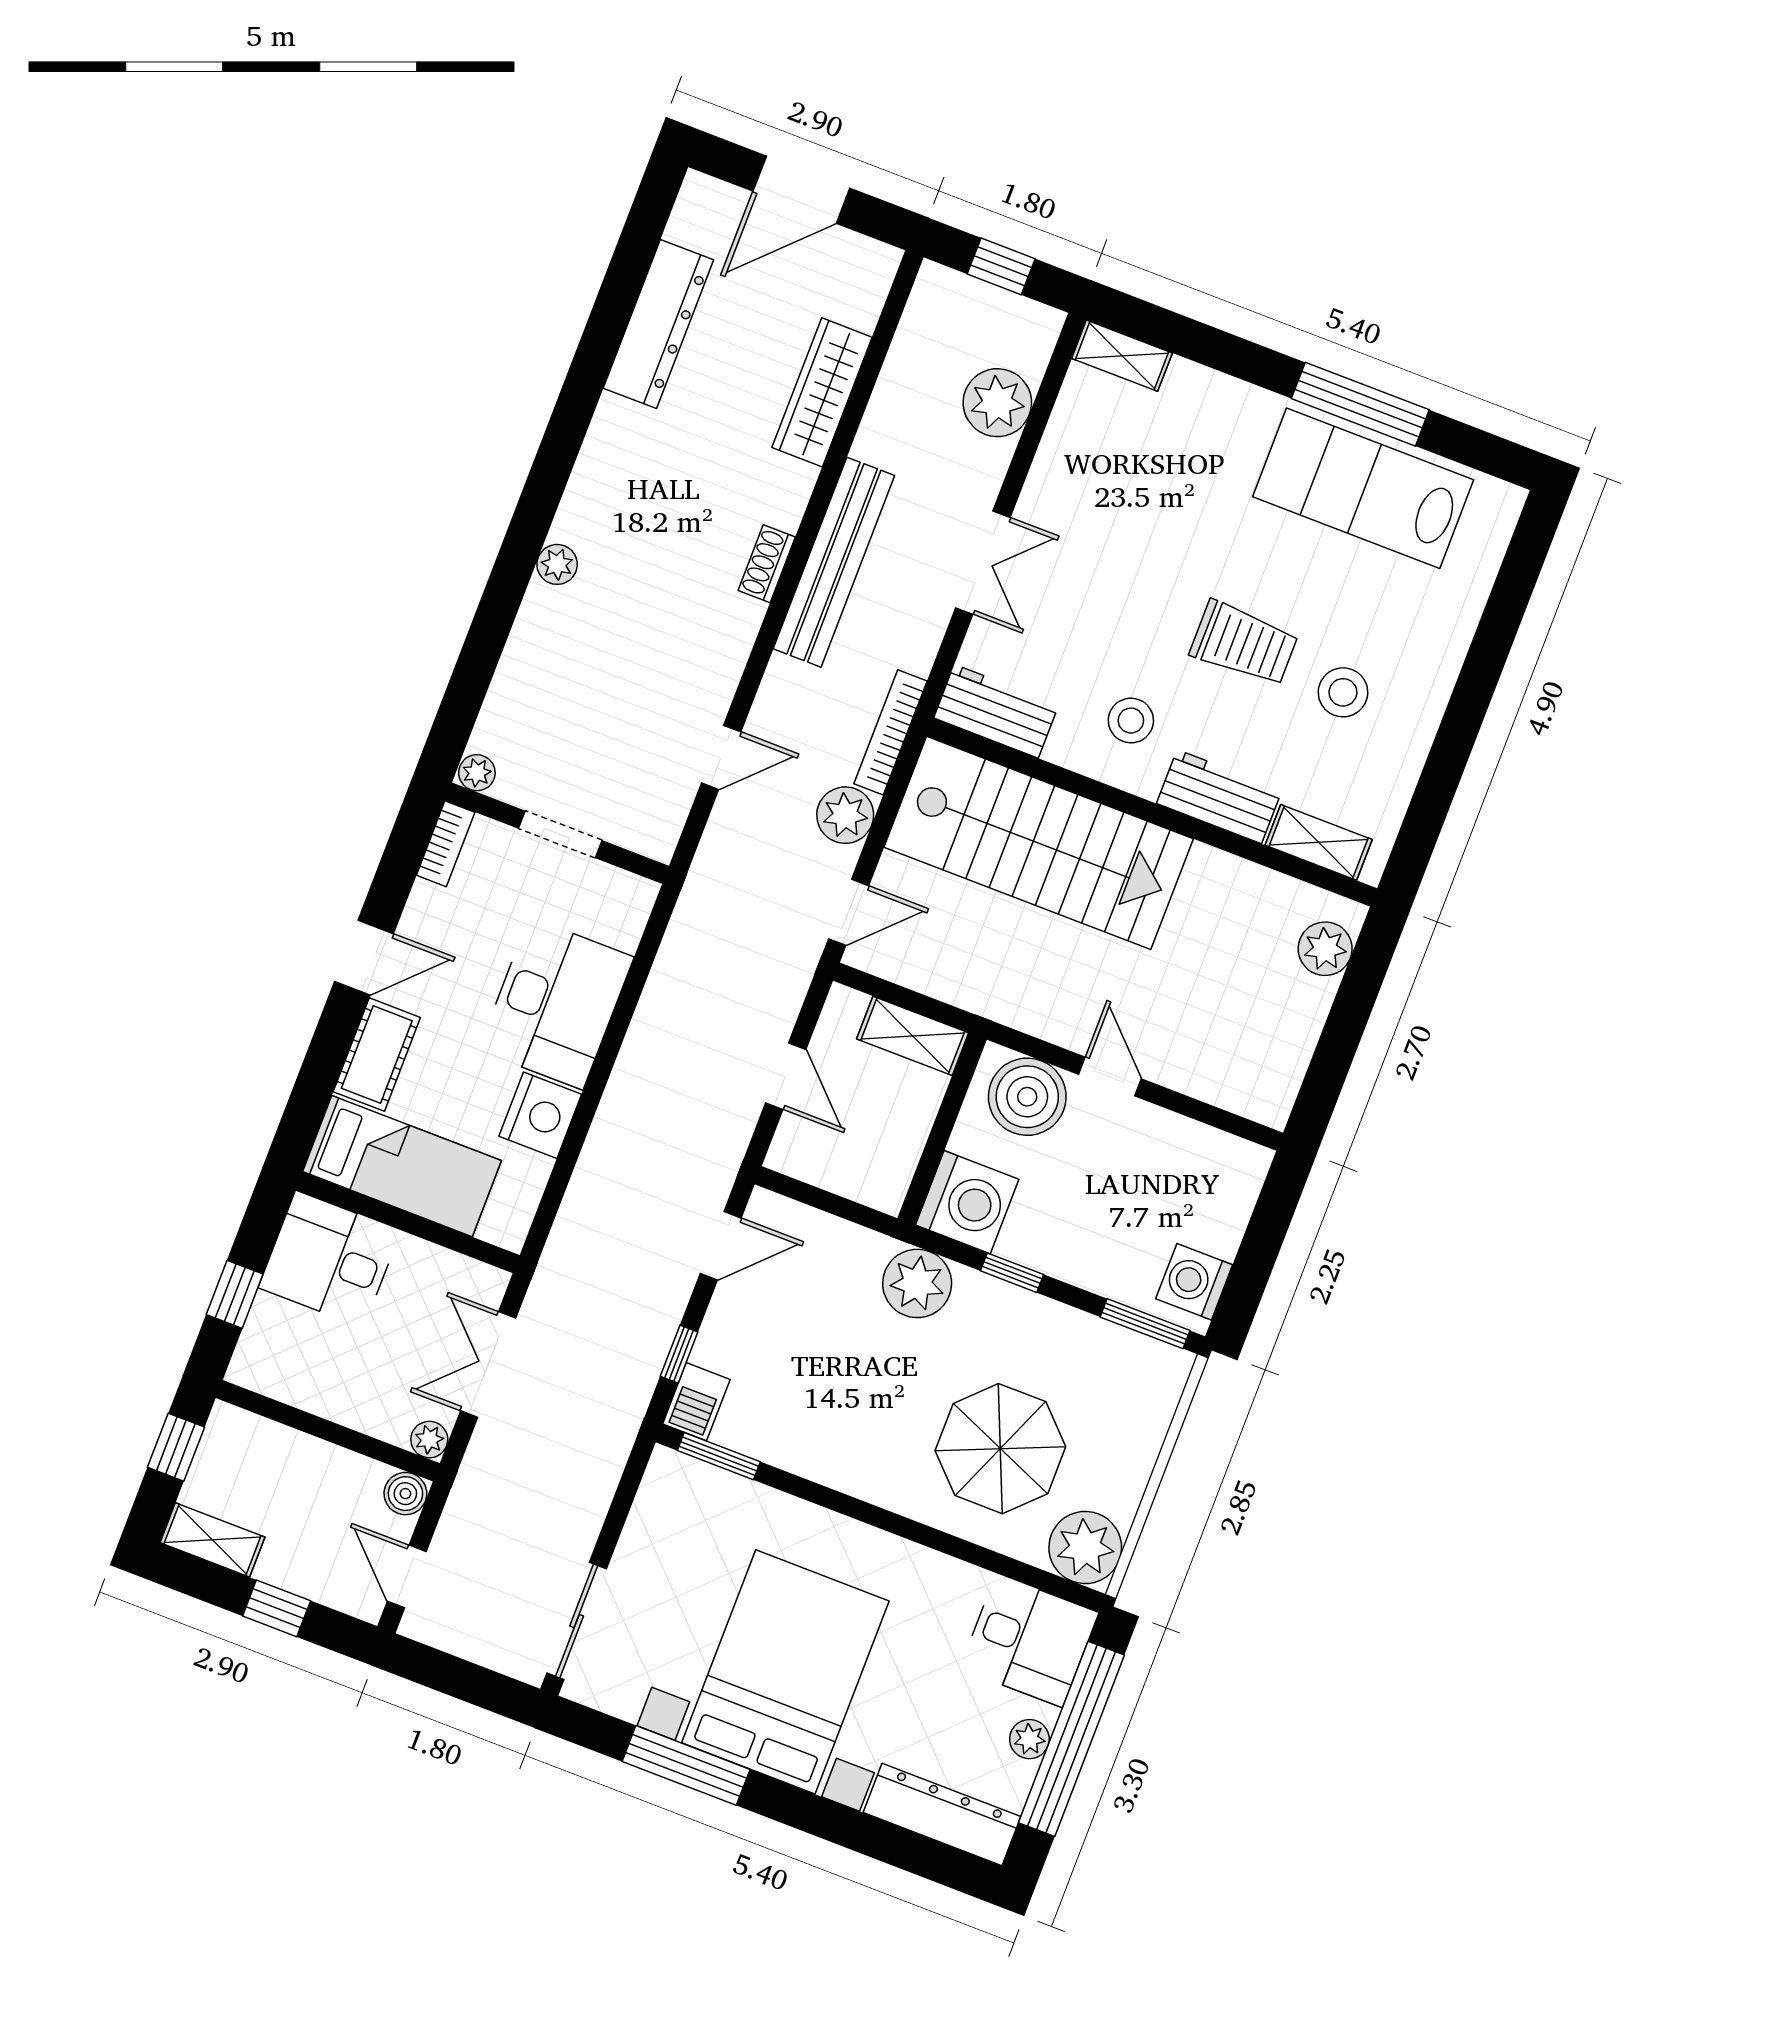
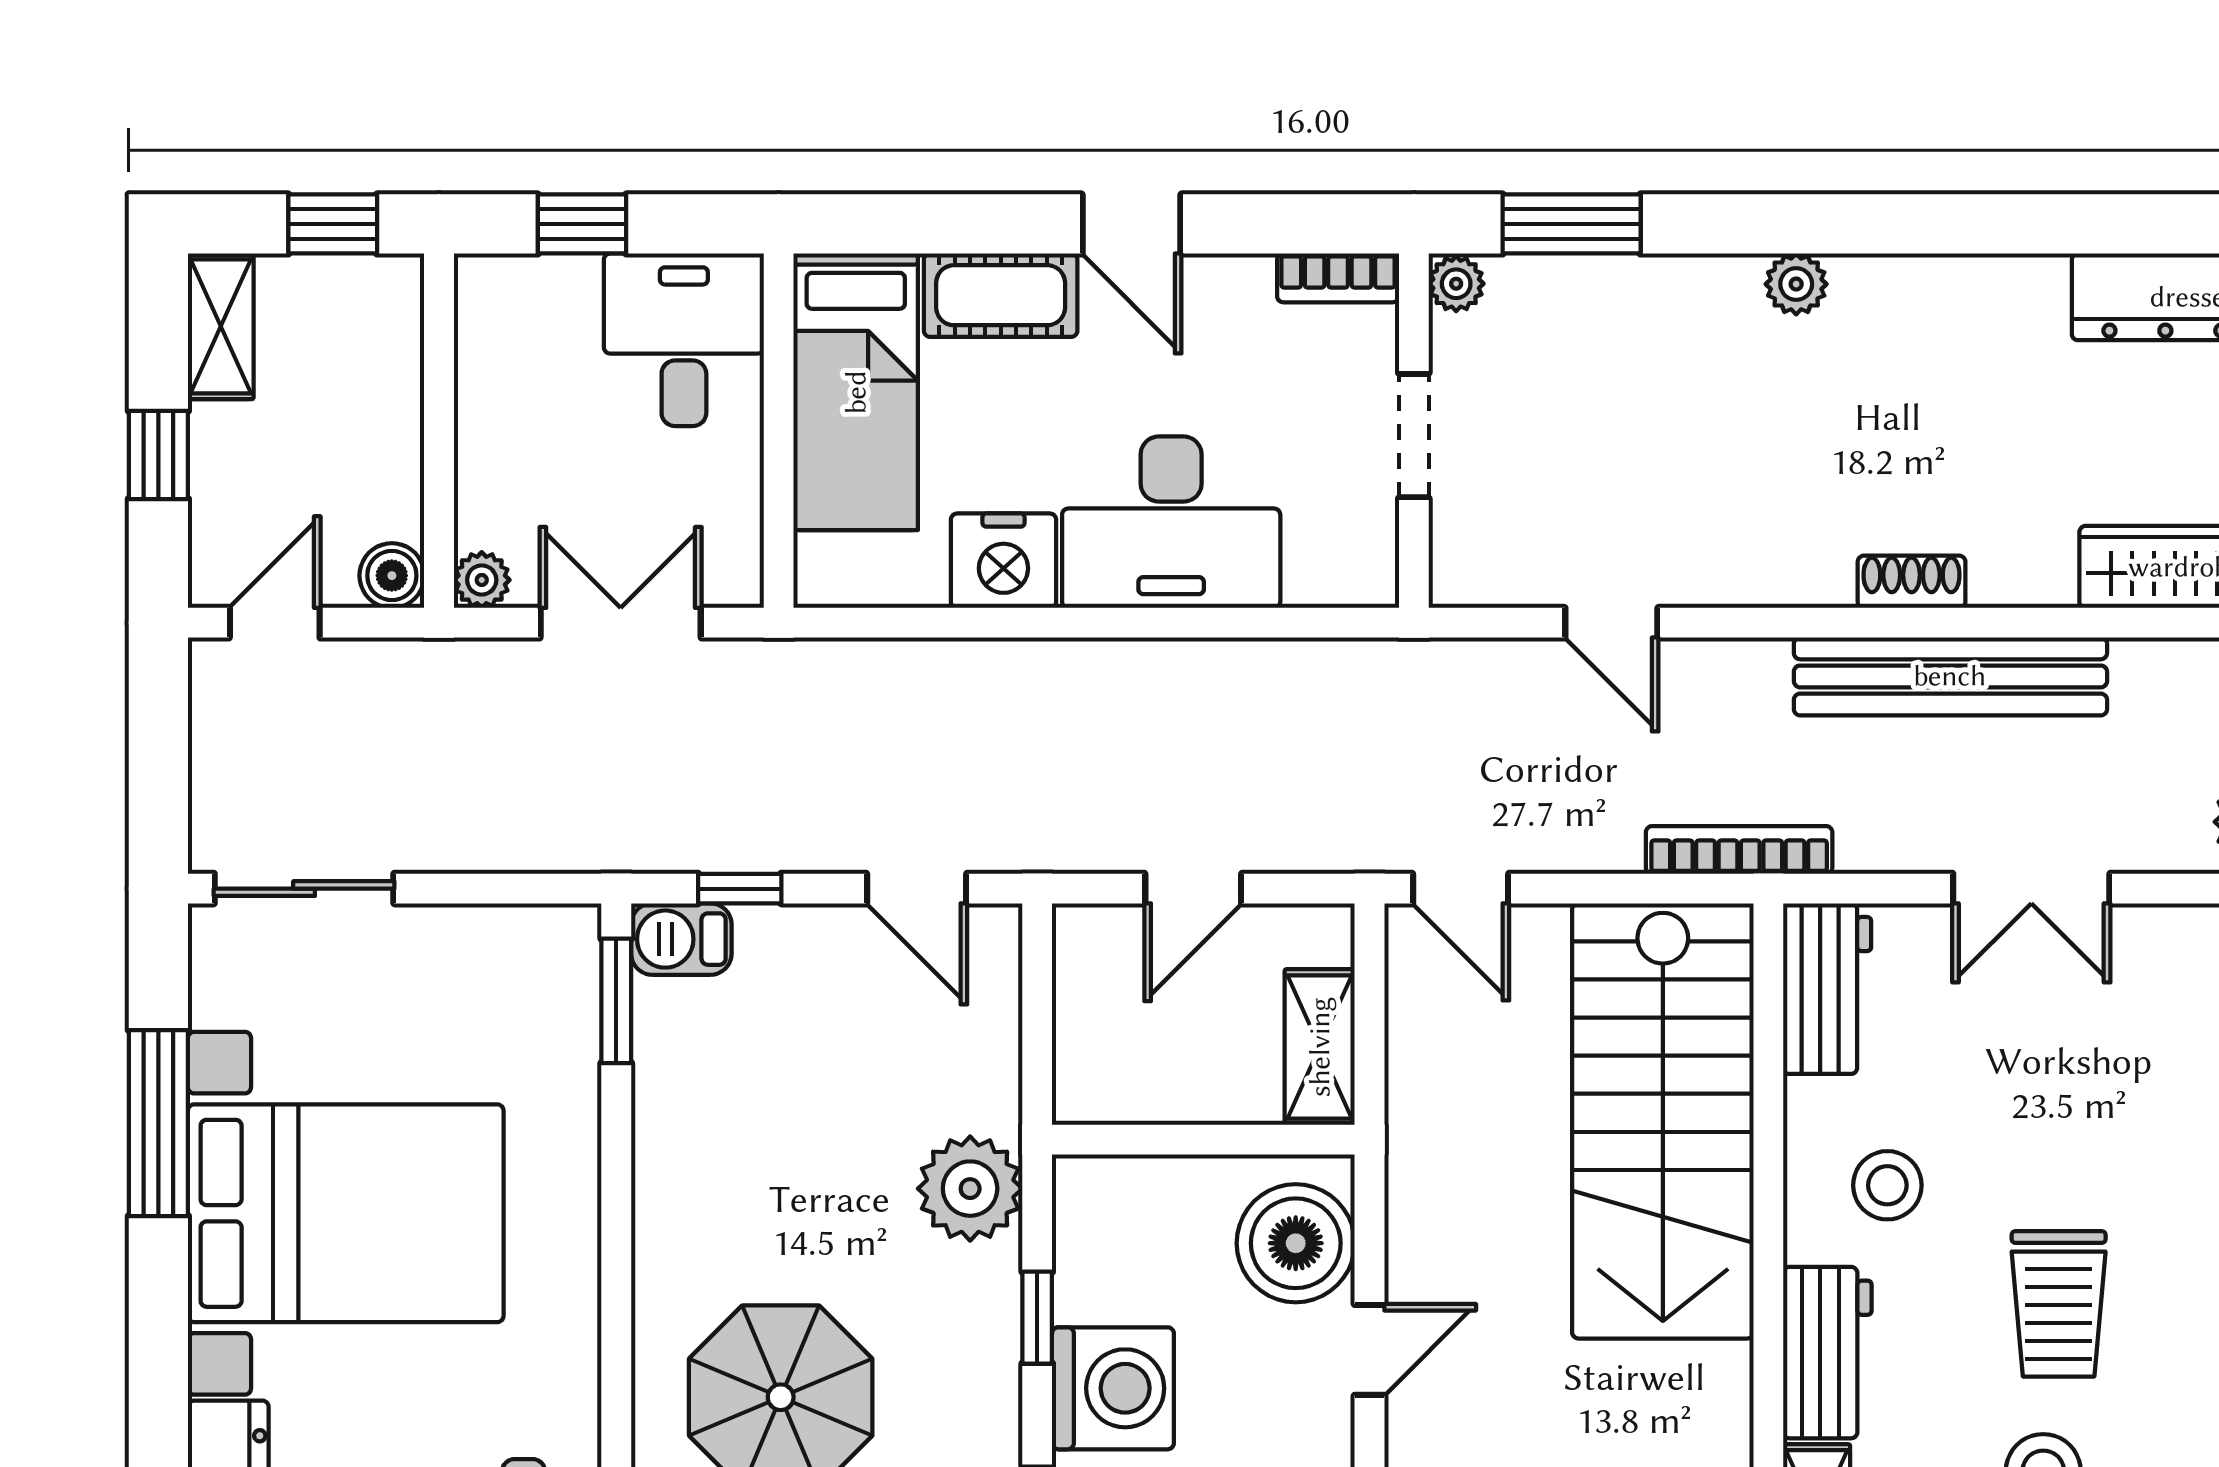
window: (467, 688) -> (1572, 224), added
plant: (845, 815) -> (1597, 831), removed
washing machine: (967, 1202) -> (1113, 1388), moved, turned -90

